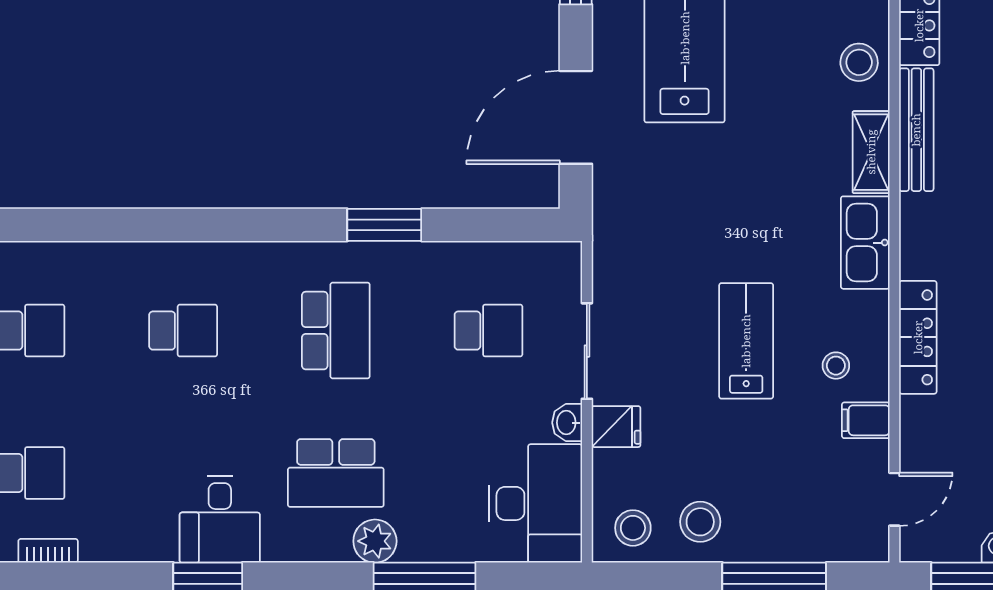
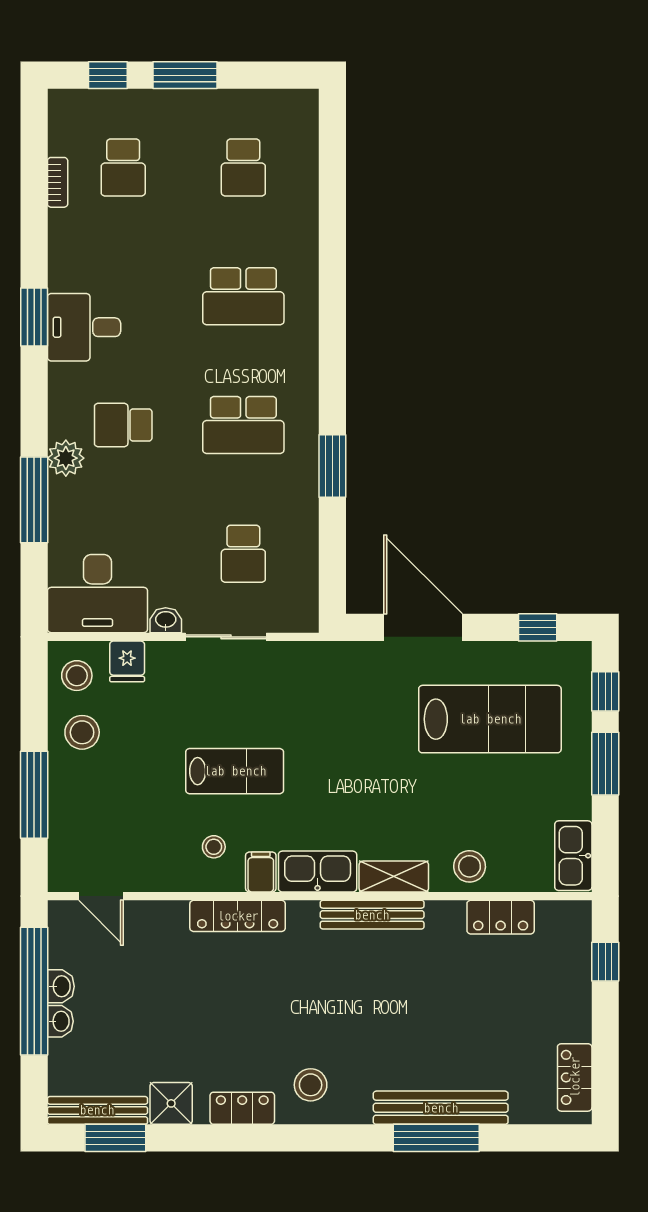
bench: (916, 130) -> (372, 915), moved
school desk: (183, 331) -> (243, 296), width x1.85
filing cabinet: (866, 420) -> (261, 872), moved
fridge: (616, 427) -> (127, 661), moved
school desk: (336, 473) -> (123, 425), width x0.54

